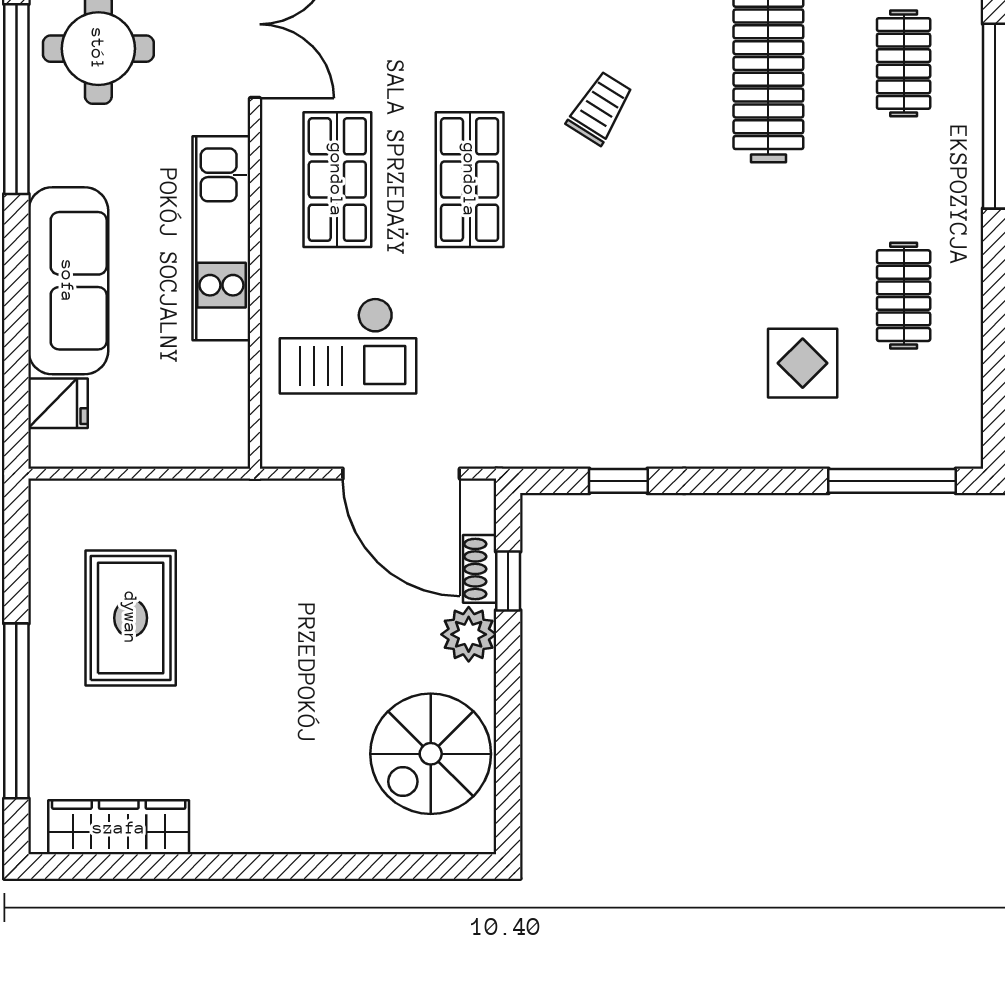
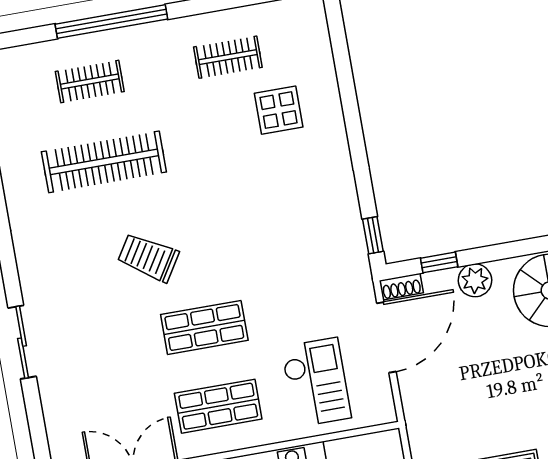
trolley: (600, 108) -> (148, 257), width x1.36, depth x1.39
window: (618, 481) -> (373, 235), moved
window: (892, 481) -> (339, 45), removed
shoe rack: (480, 569) -> (401, 287), moved

